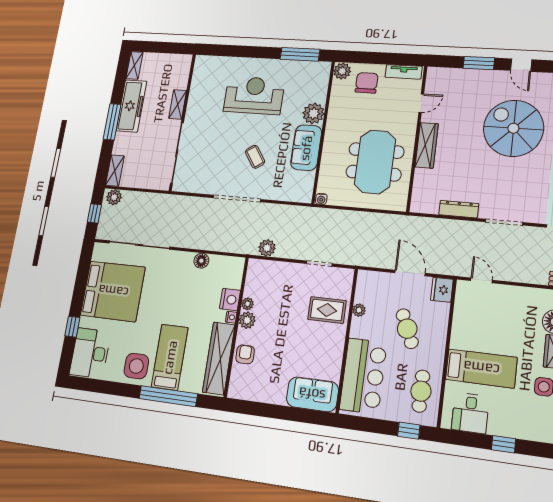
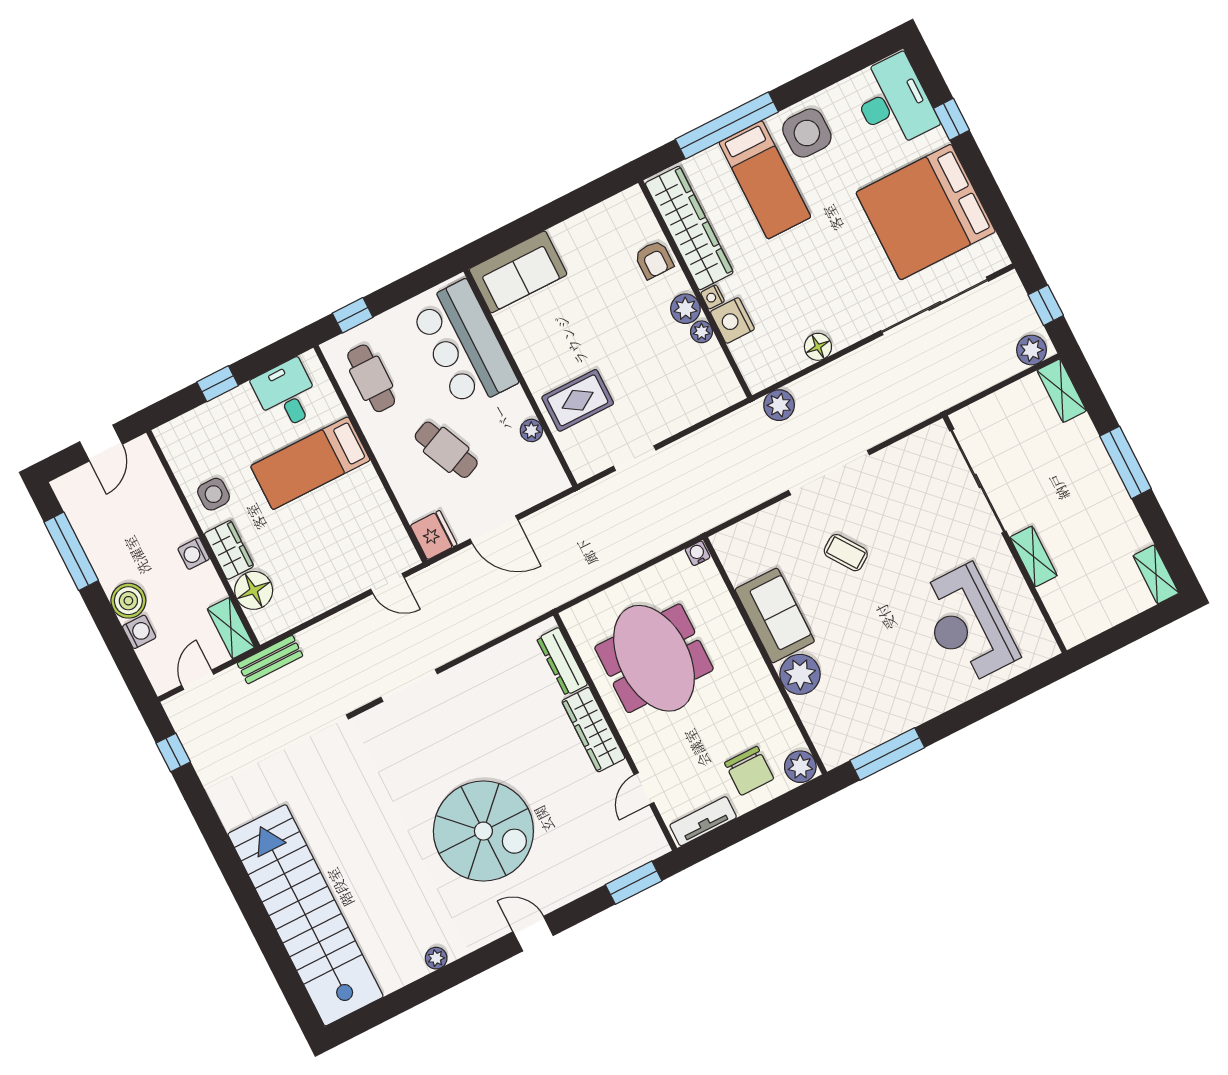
window: (479, 63) -> (634, 883), moved
reception desk: (254, 95) -> (967, 624), moved, turned 90
freezer: (131, 106) -> (1111, 507), removed
dresser: (459, 209) -> (562, 661), moved, turned 90
plant: (267, 248) -> (779, 405), moved

